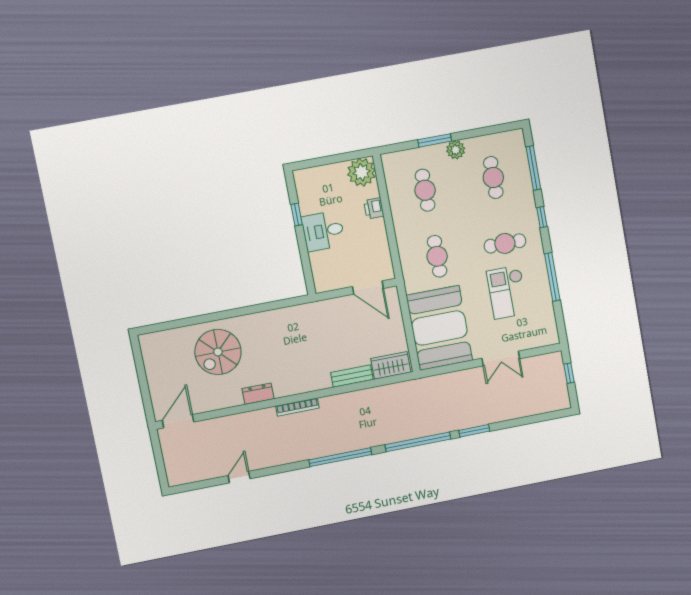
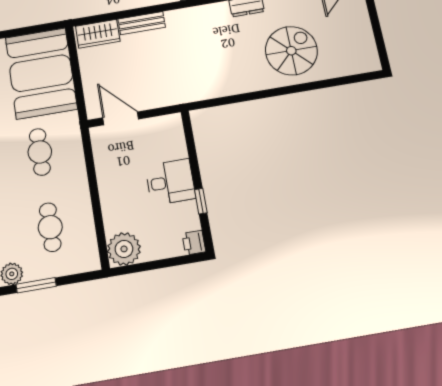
printer: (374, 208) -> (194, 243), moved, turned 180

